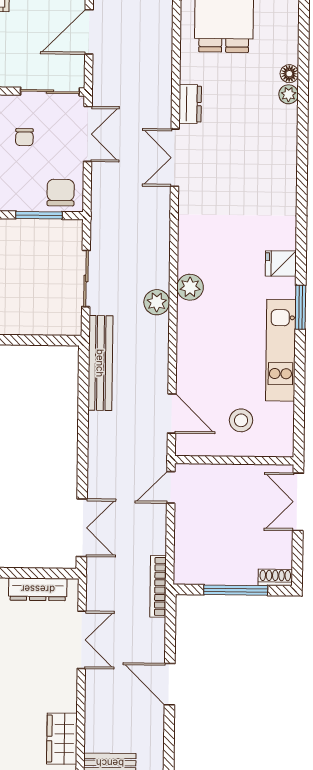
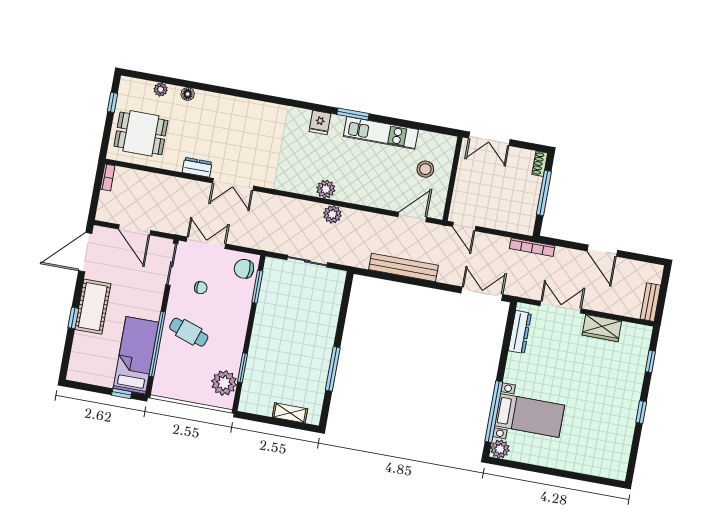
plant: (289, 94) -> (161, 90), moved
bench: (100, 363) -> (403, 267), moved
door: (170, 684) -> (602, 251), hinge flipped
wardrobe: (62, 739) -> (602, 328), moved

